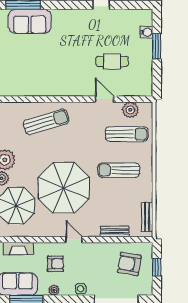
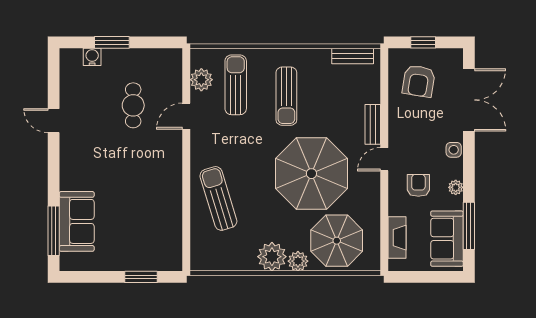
bench: (115, 231) -> (373, 124), moved

